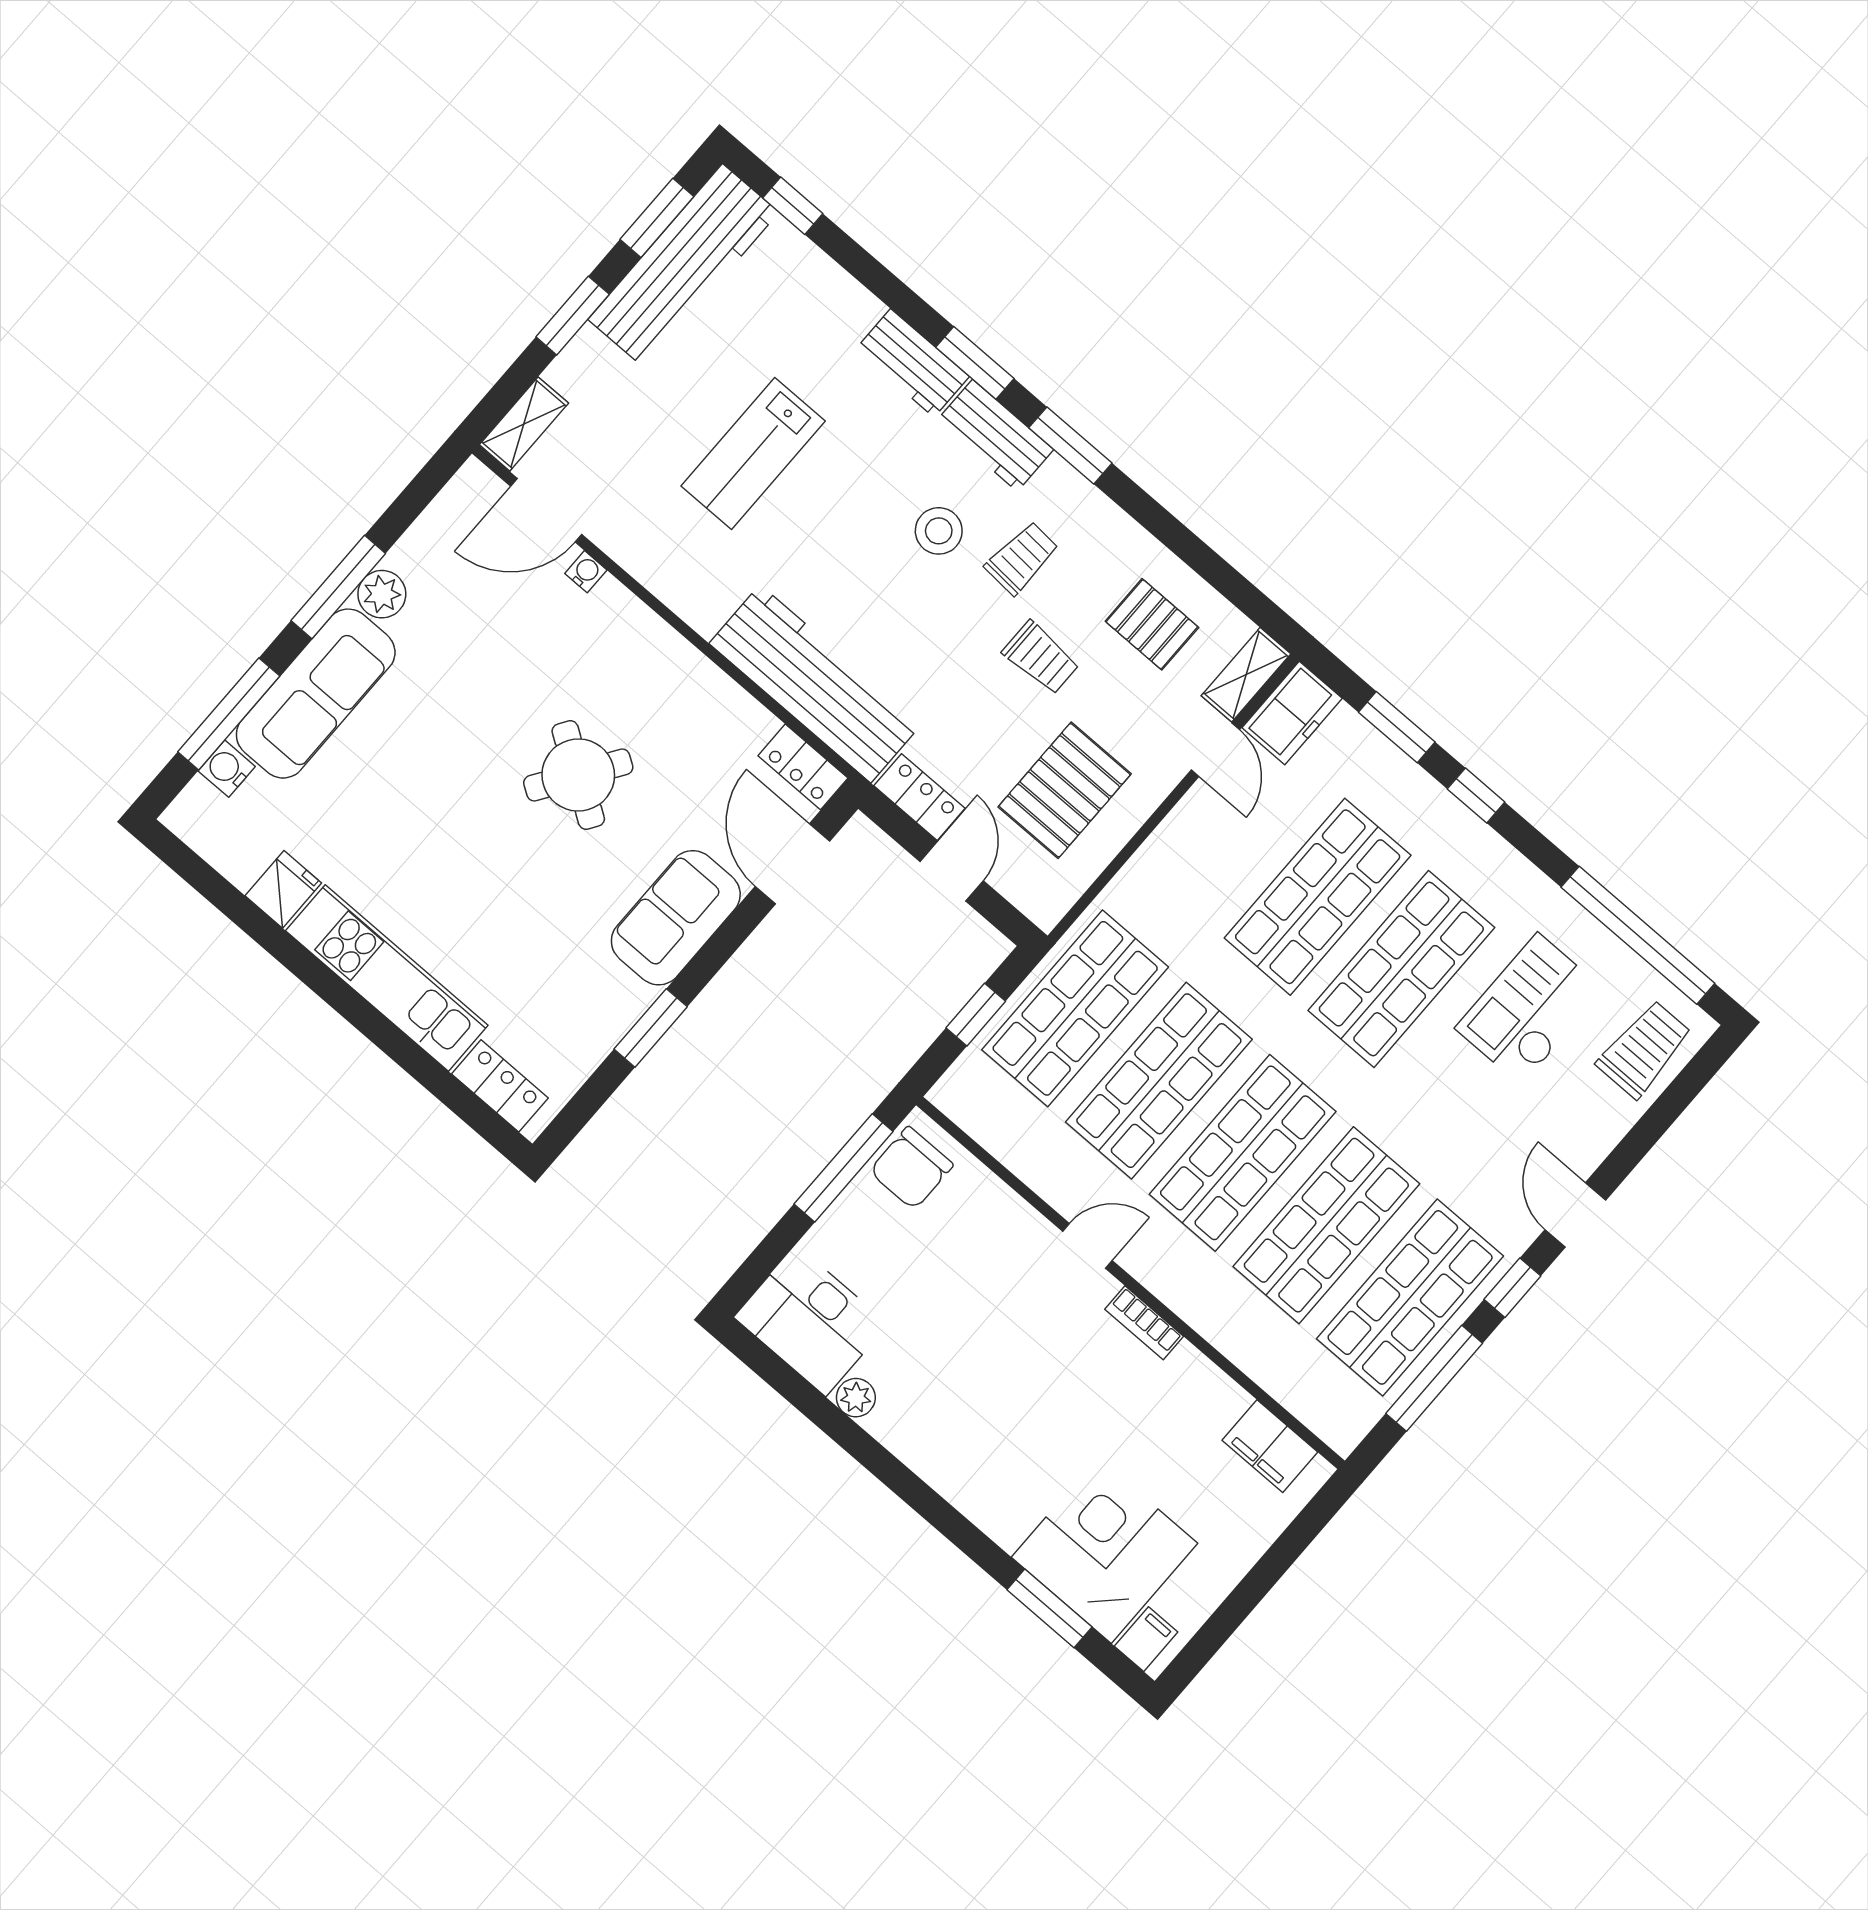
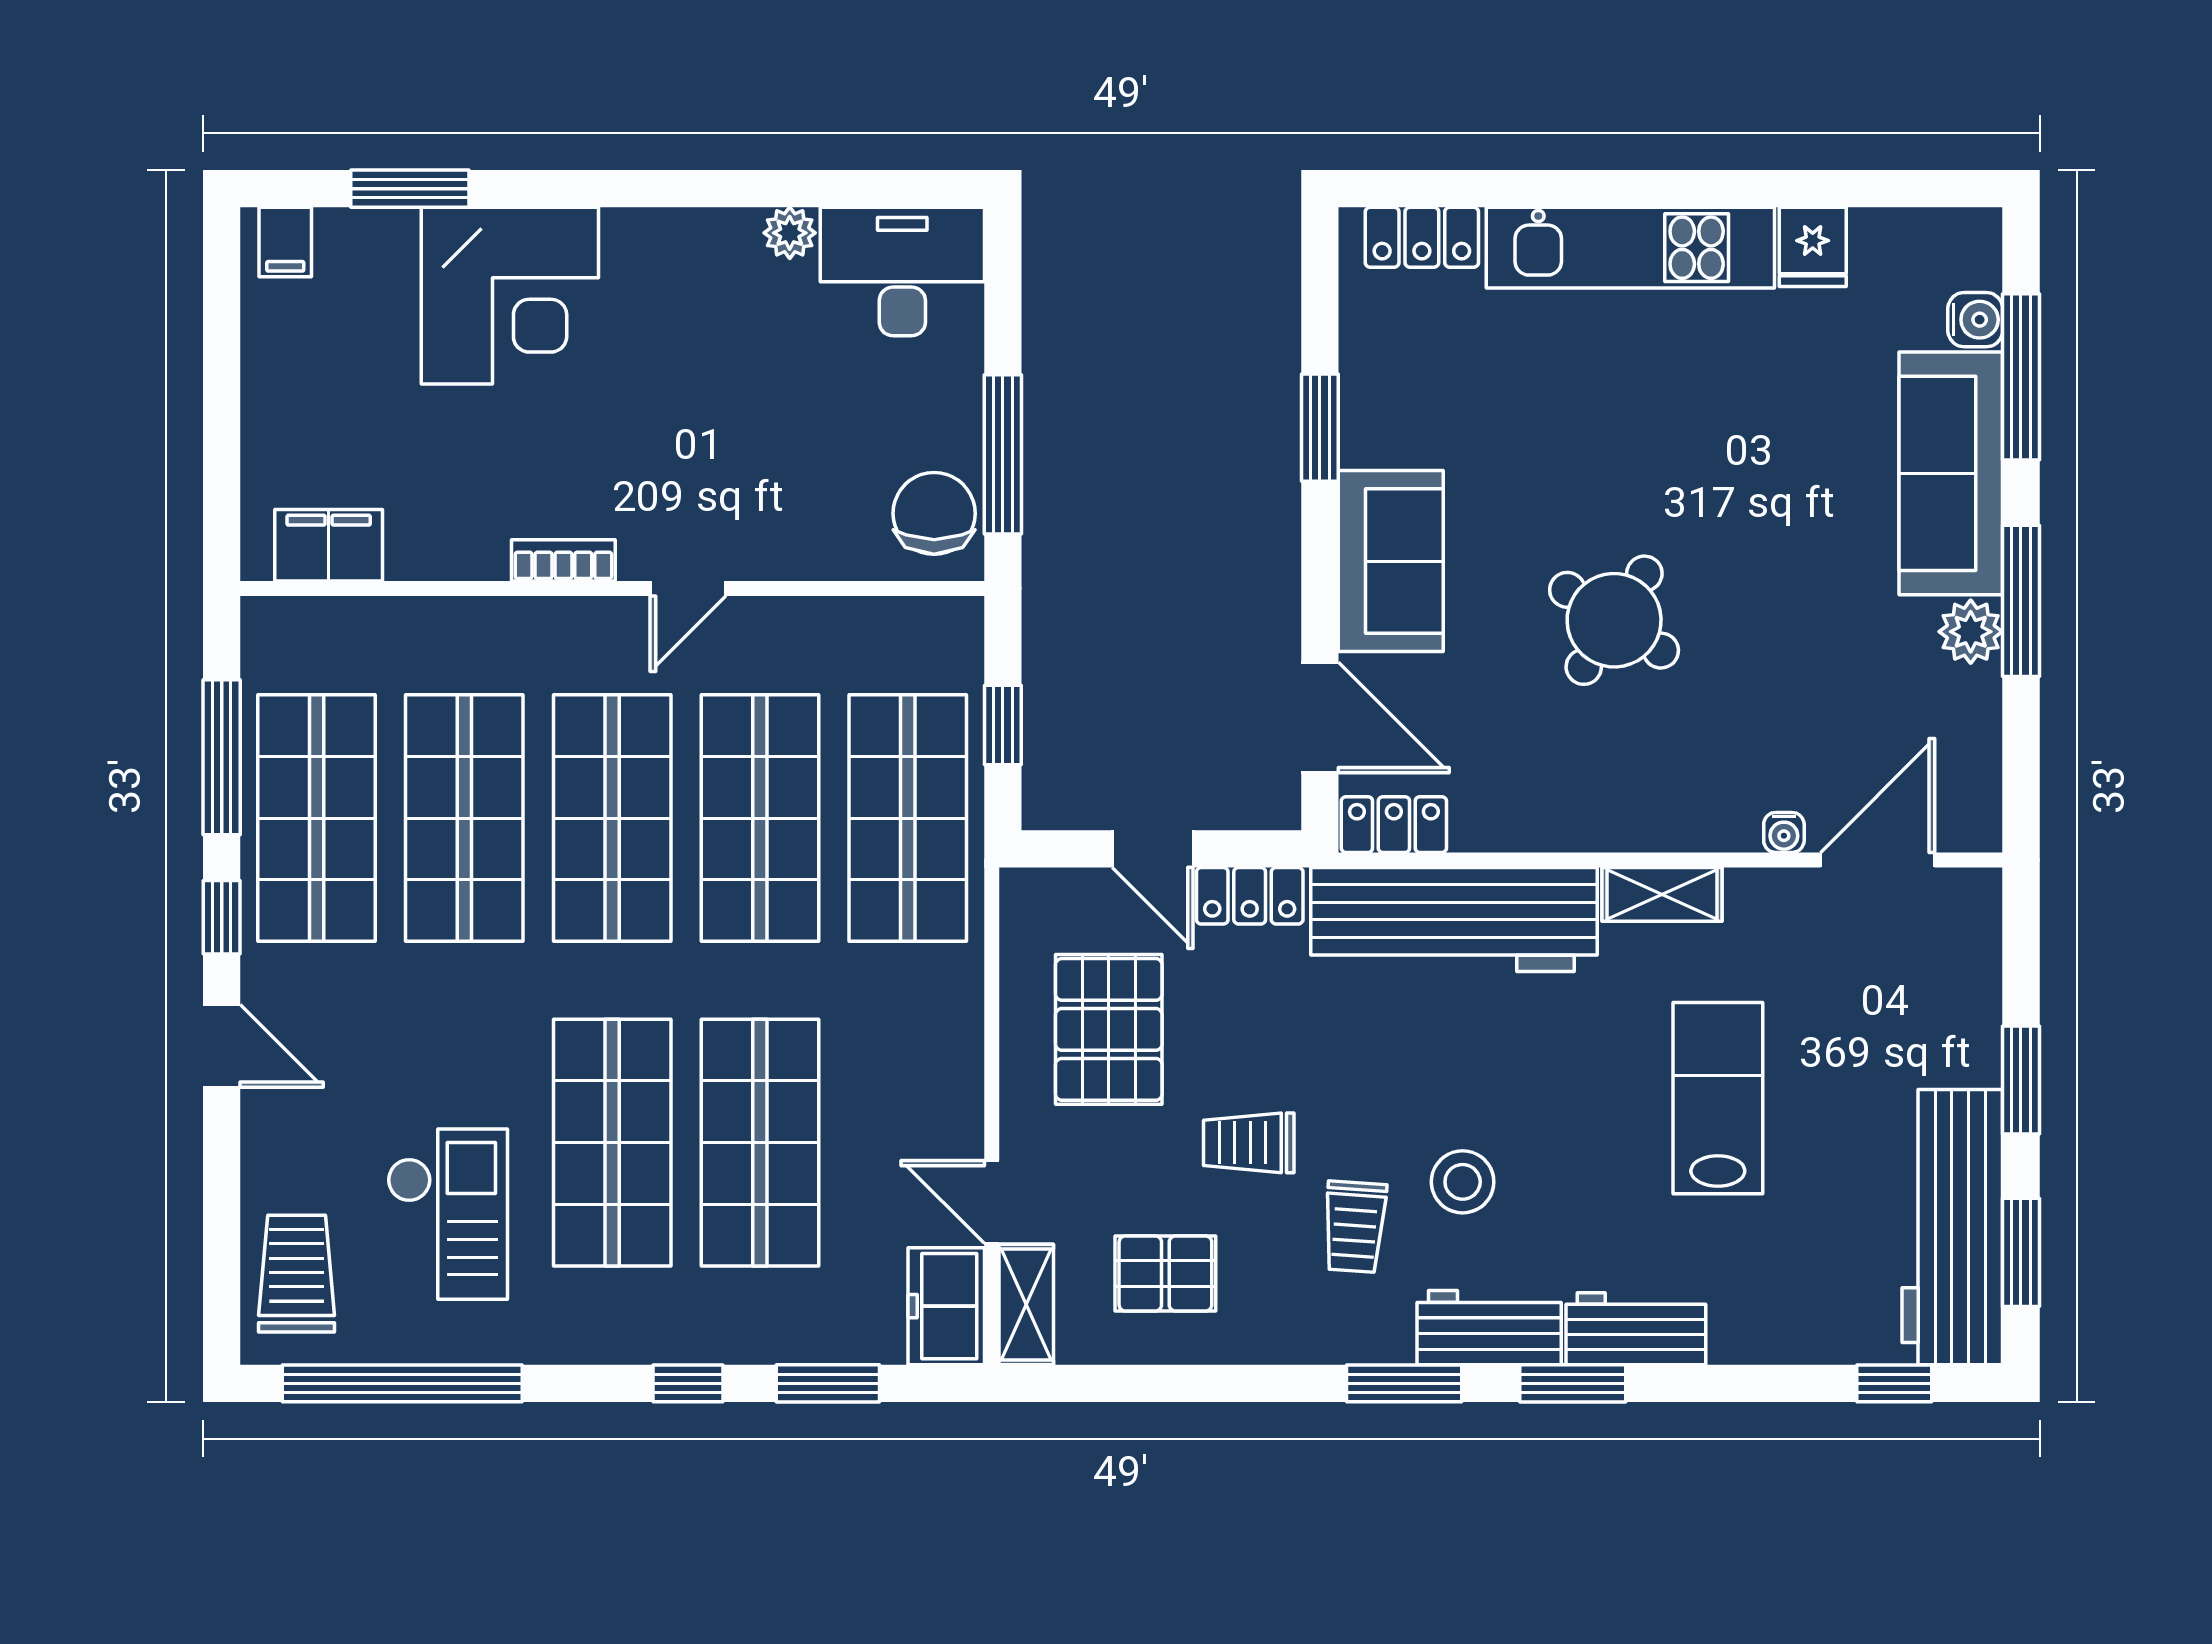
shelving: (524, 424) -> (1662, 894), moved, turned 90
trolley: (1644, 1049) -> (297, 1274), turned 180
corner desk: (1105, 1550) -> (510, 296), moved

